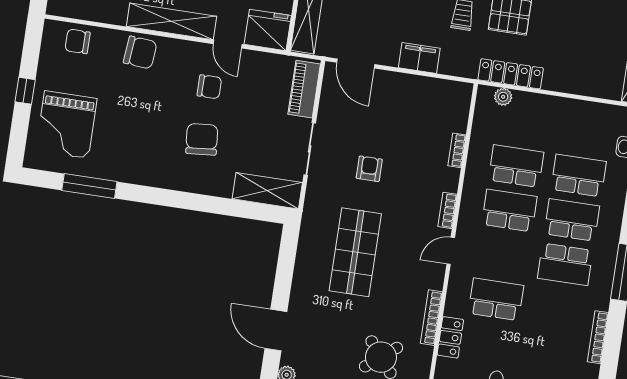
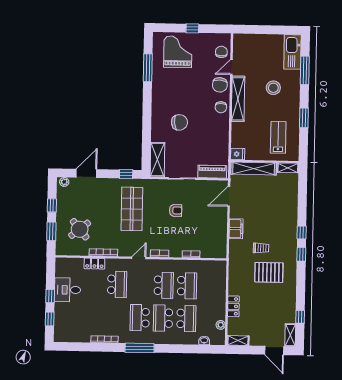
fridge: (268, 30) -> (238, 154), width x0.53, depth x0.75
door: (228, 44) -> (231, 67), moved
locker: (511, 74) -> (233, 306), moved, width x0.66
chair: (209, 87) -> (221, 107), moved
plant: (503, 97) -> (221, 325), moved
grand piano: (66, 125) -> (178, 52), turned 90
school desk: (572, 220) -> (163, 318), turned 180
door: (451, 251) -> (139, 258), hinge flipped
shop shelf: (355, 252) -> (132, 209), turned 90
window: (287, 254) -> (126, 174), added

